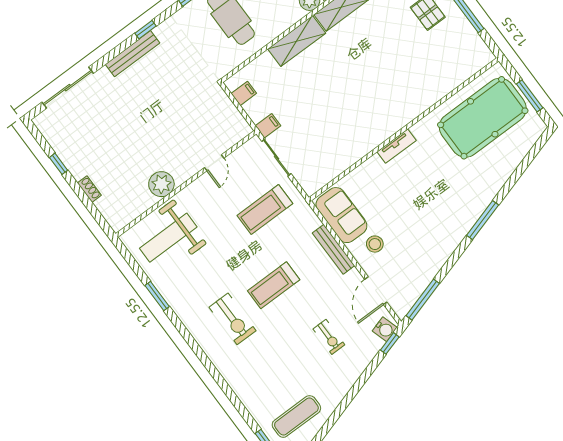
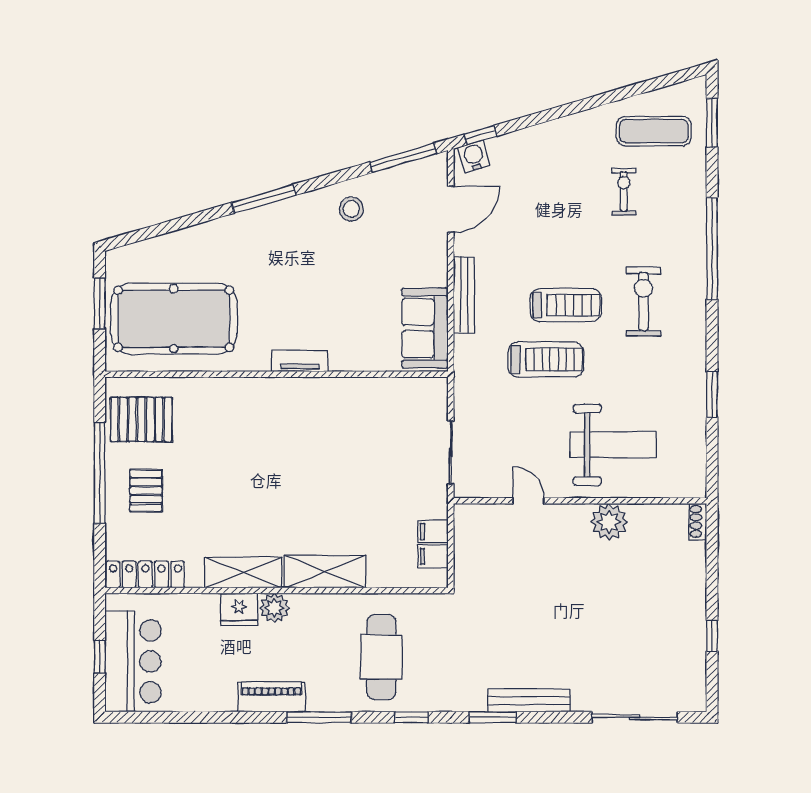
window: (145, 30) -> (493, 717), width x1.50
pallet: (459, 49) -> (141, 419), added
filing cabinet: (268, 126) -> (433, 532), moved
door: (214, 163) -> (529, 501), hinge flipped
shoe rack: (89, 189) -> (698, 521), moved
treadmill: (265, 209) -> (546, 359), moved
weight bench: (168, 238) -> (613, 445), moved
stool: (375, 244) -> (351, 209), moved
exercise bike: (329, 337) -> (624, 191), moved
window: (217, 376) -> (712, 248), added

